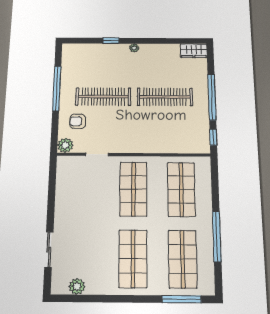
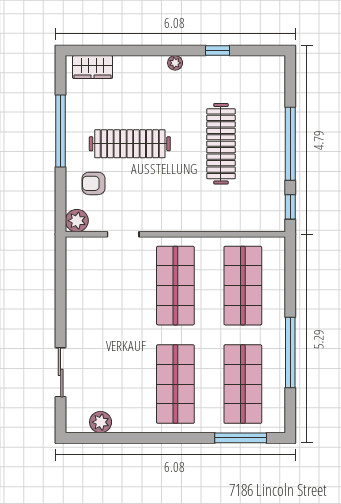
window: (111, 41) -> (218, 51), moved
wardrobe: (194, 51) -> (93, 67), moved
clothes rail: (165, 97) -> (221, 144), turned 90

